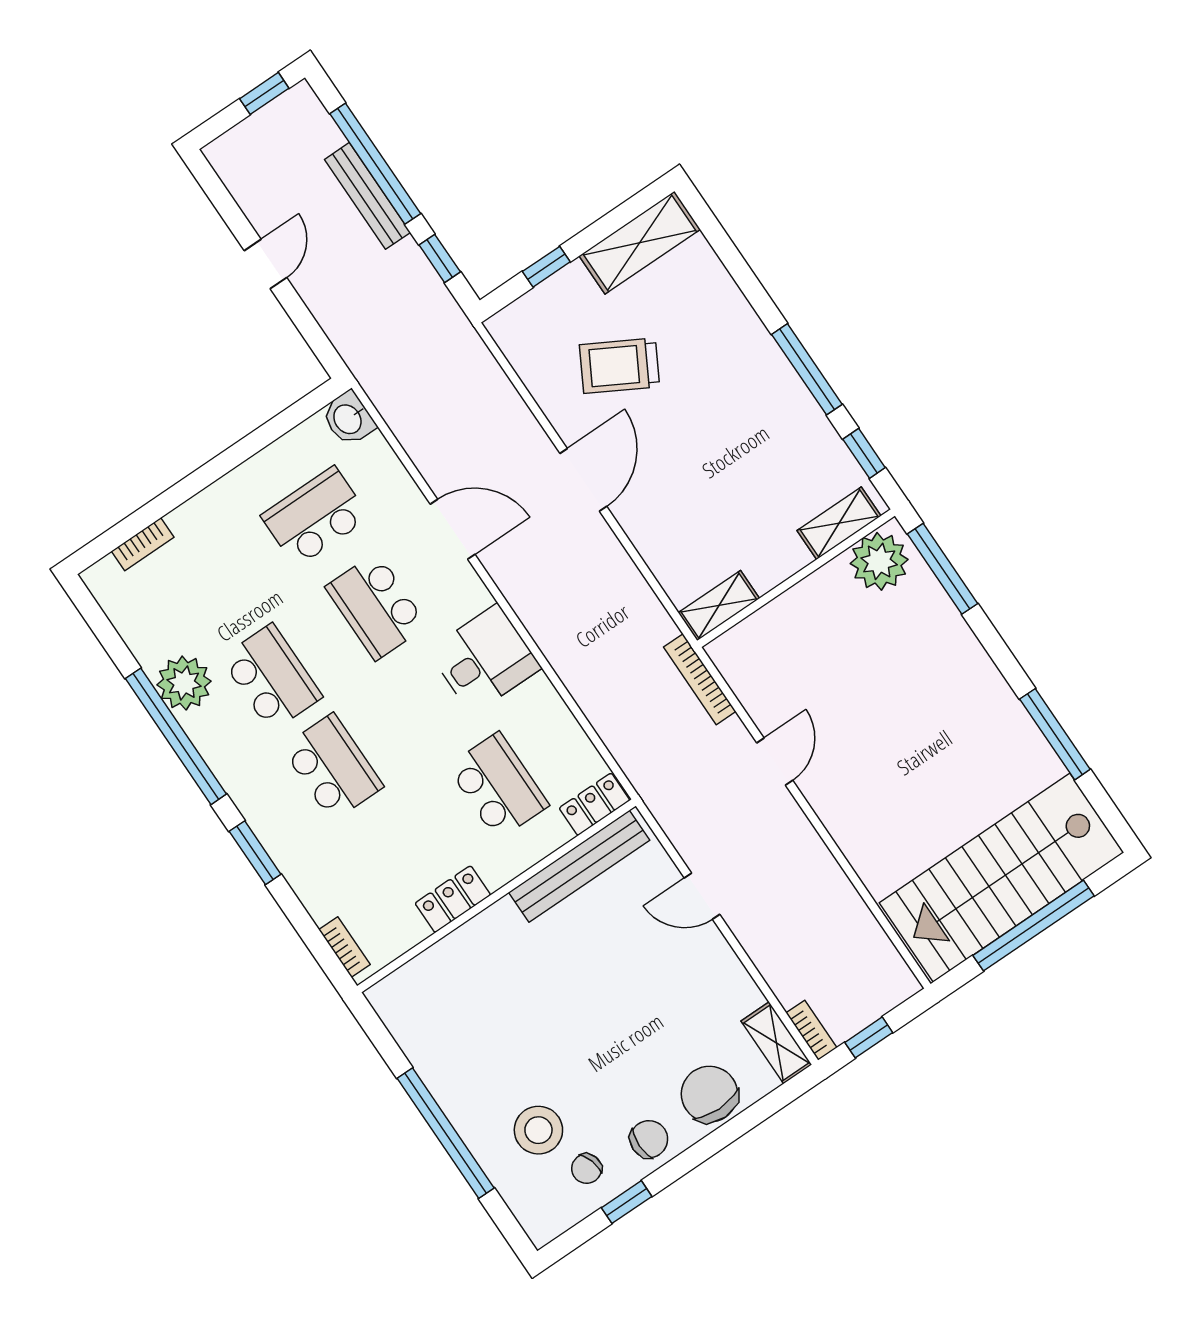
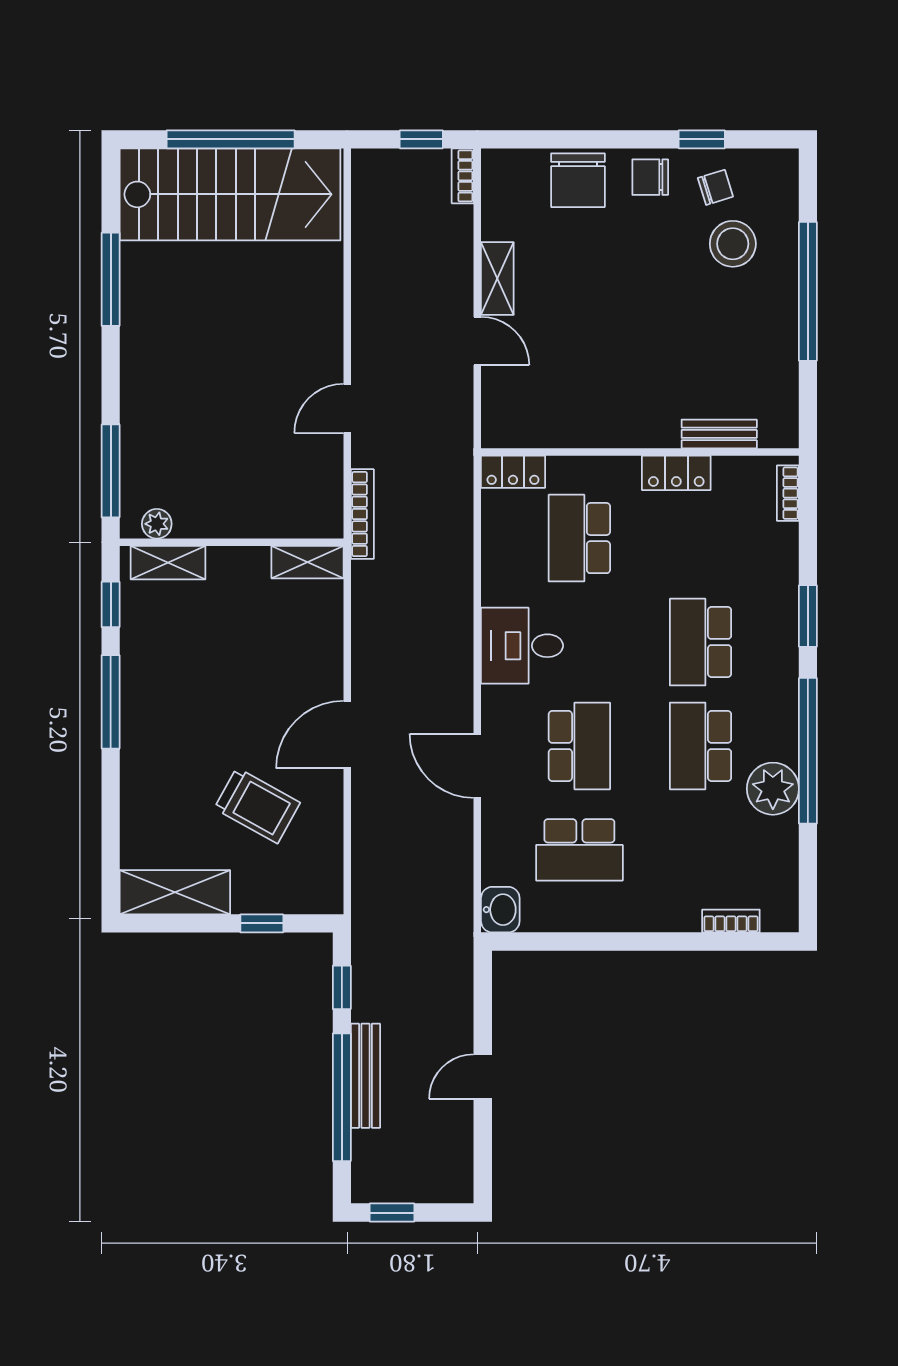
plant: (879, 561) -> (157, 524), width x0.53, depth x0.53
bench: (579, 866) -> (719, 434), moved, width x0.54, depth x0.82
shelving: (776, 1043) -> (497, 279), moved

